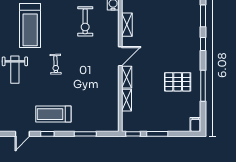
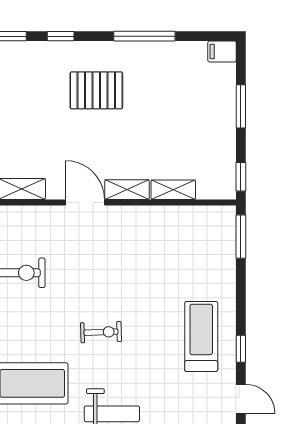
pallet: (178, 82) -> (96, 90), moved, turned 90
treadmill: (53, 114) -> (201, 336), turned 180
window: (85, 134) -> (241, 237), moved
window: (157, 134) -> (241, 106), moved

